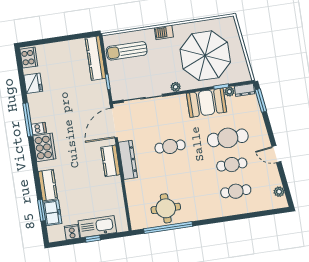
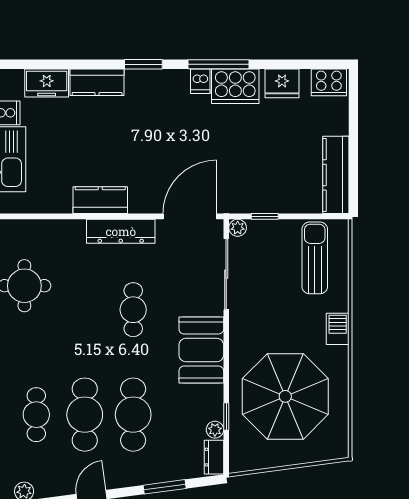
kitchen counter: (96, 58) -> (336, 175), moved, turned -90
plant: (176, 87) -> (238, 228), moved
window: (261, 100) -> (165, 487), moved
booth: (207, 103) -> (201, 350), moved
door: (114, 123) -> (190, 216), hinge flipped
cooker: (44, 147) -> (235, 86), moved
kitchen counter: (111, 161) -> (100, 200), moved
cafe table: (232, 165) -> (85, 415), width x1.37, depth x1.35
window: (41, 210) -> (143, 64), moved

